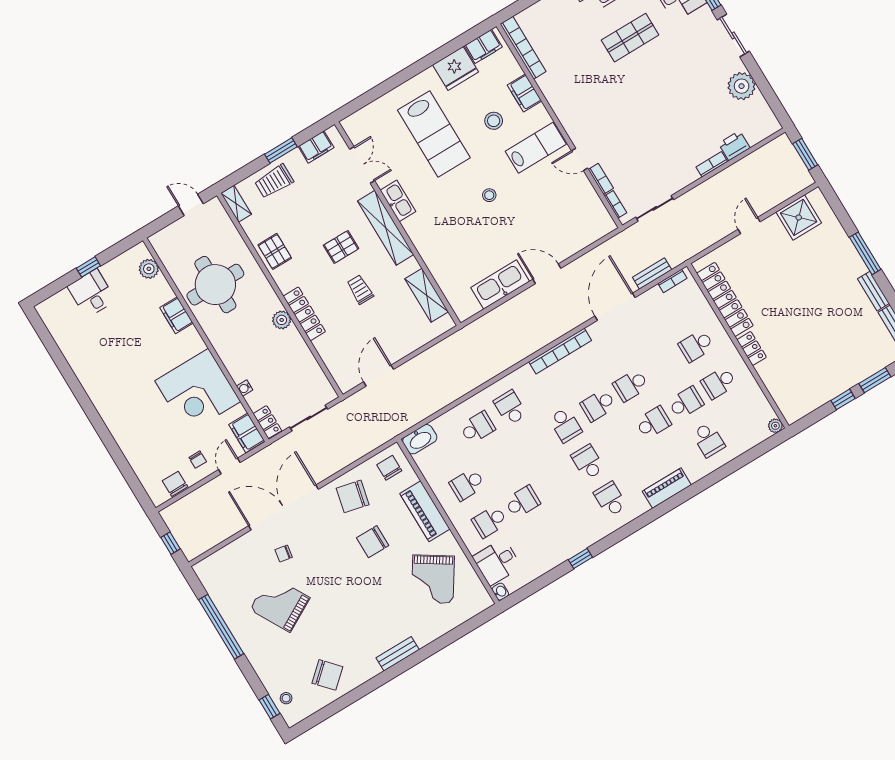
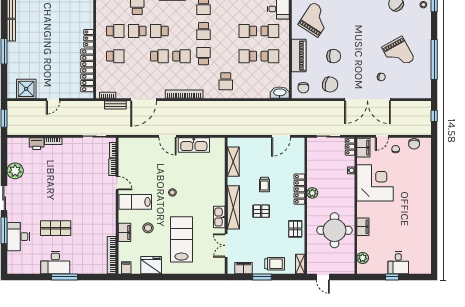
filing cabinet: (483, 46) -> (126, 268), width x0.50
school desk: (477, 427) -> (248, 56), moved

